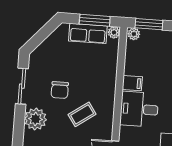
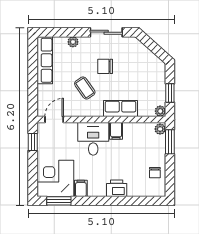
window: (95, 20) -> (170, 93), width x0.67
row of seats: (88, 33) -> (120, 109), moved, turned 90
plant: (35, 119) -> (73, 42), width x0.53, depth x0.53

